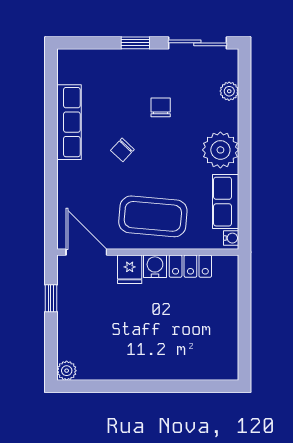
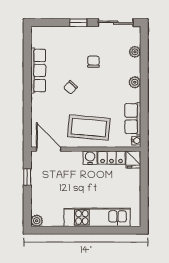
plant: (220, 150) -> (135, 82), width x0.53, depth x0.53
fridge: (130, 269) -> (133, 159), moved
kitchen unit: (167, 365) -> (97, 217), added

